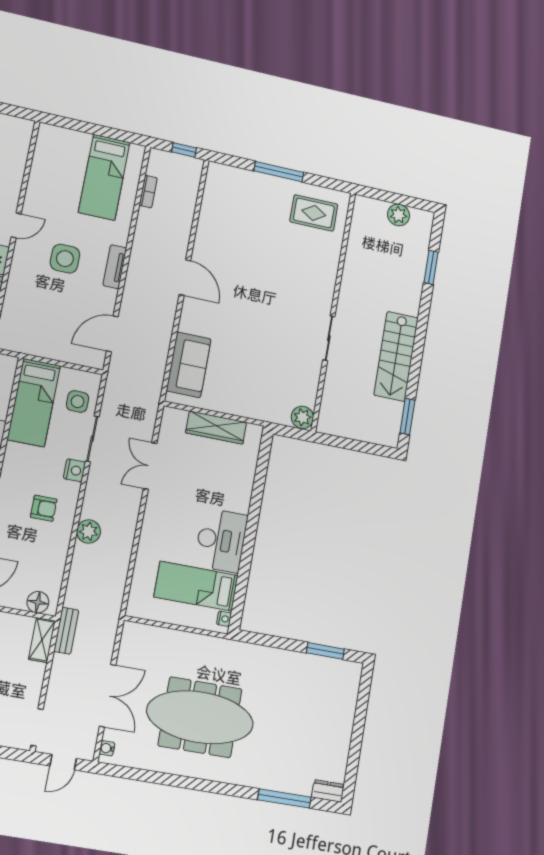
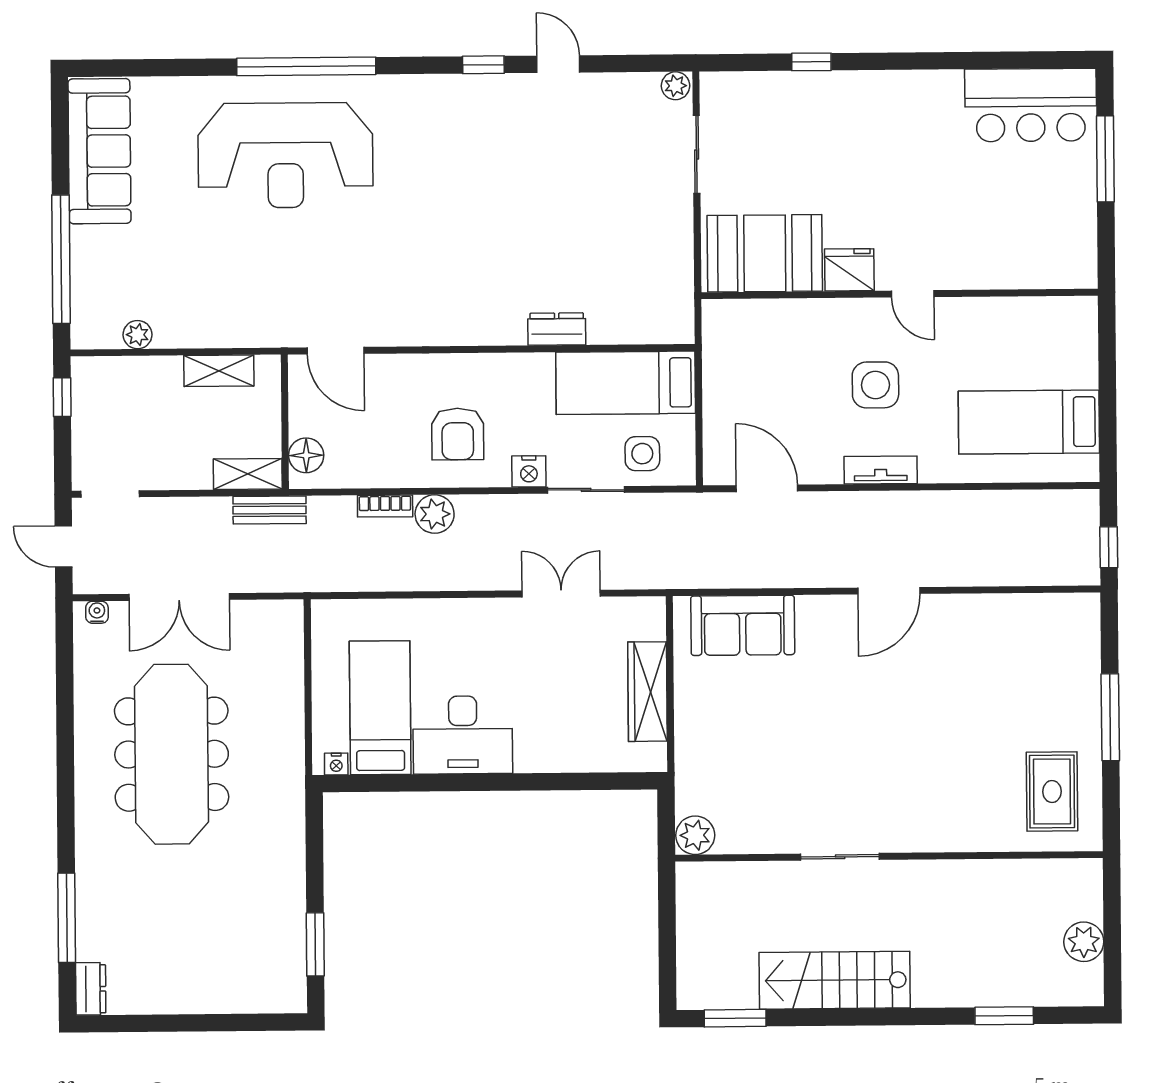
bookcase: (148, 192) -> (385, 506), moved
armchair: (44, 508) -> (458, 434), width x1.38, depth x1.38

